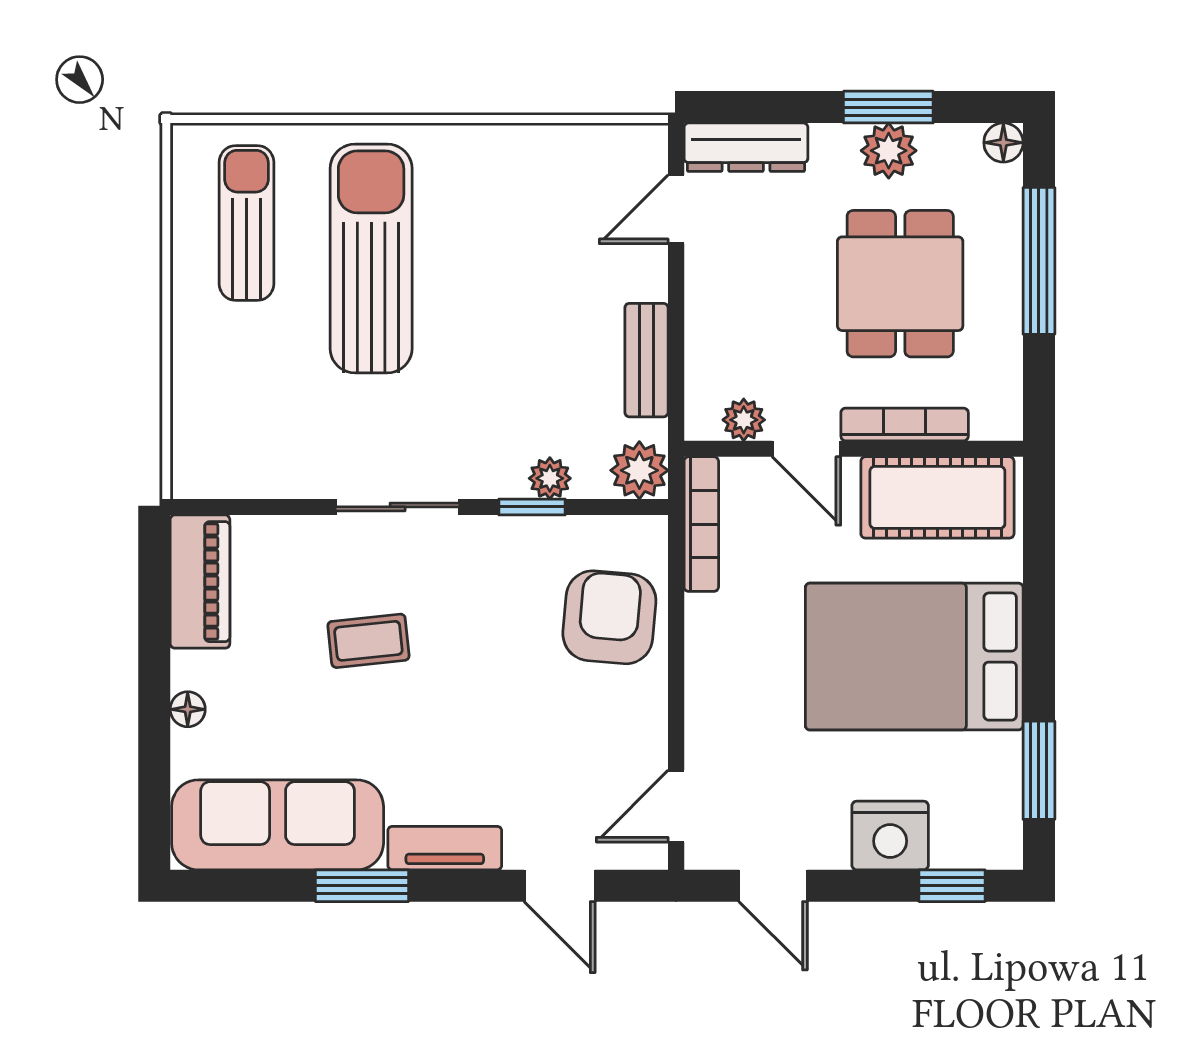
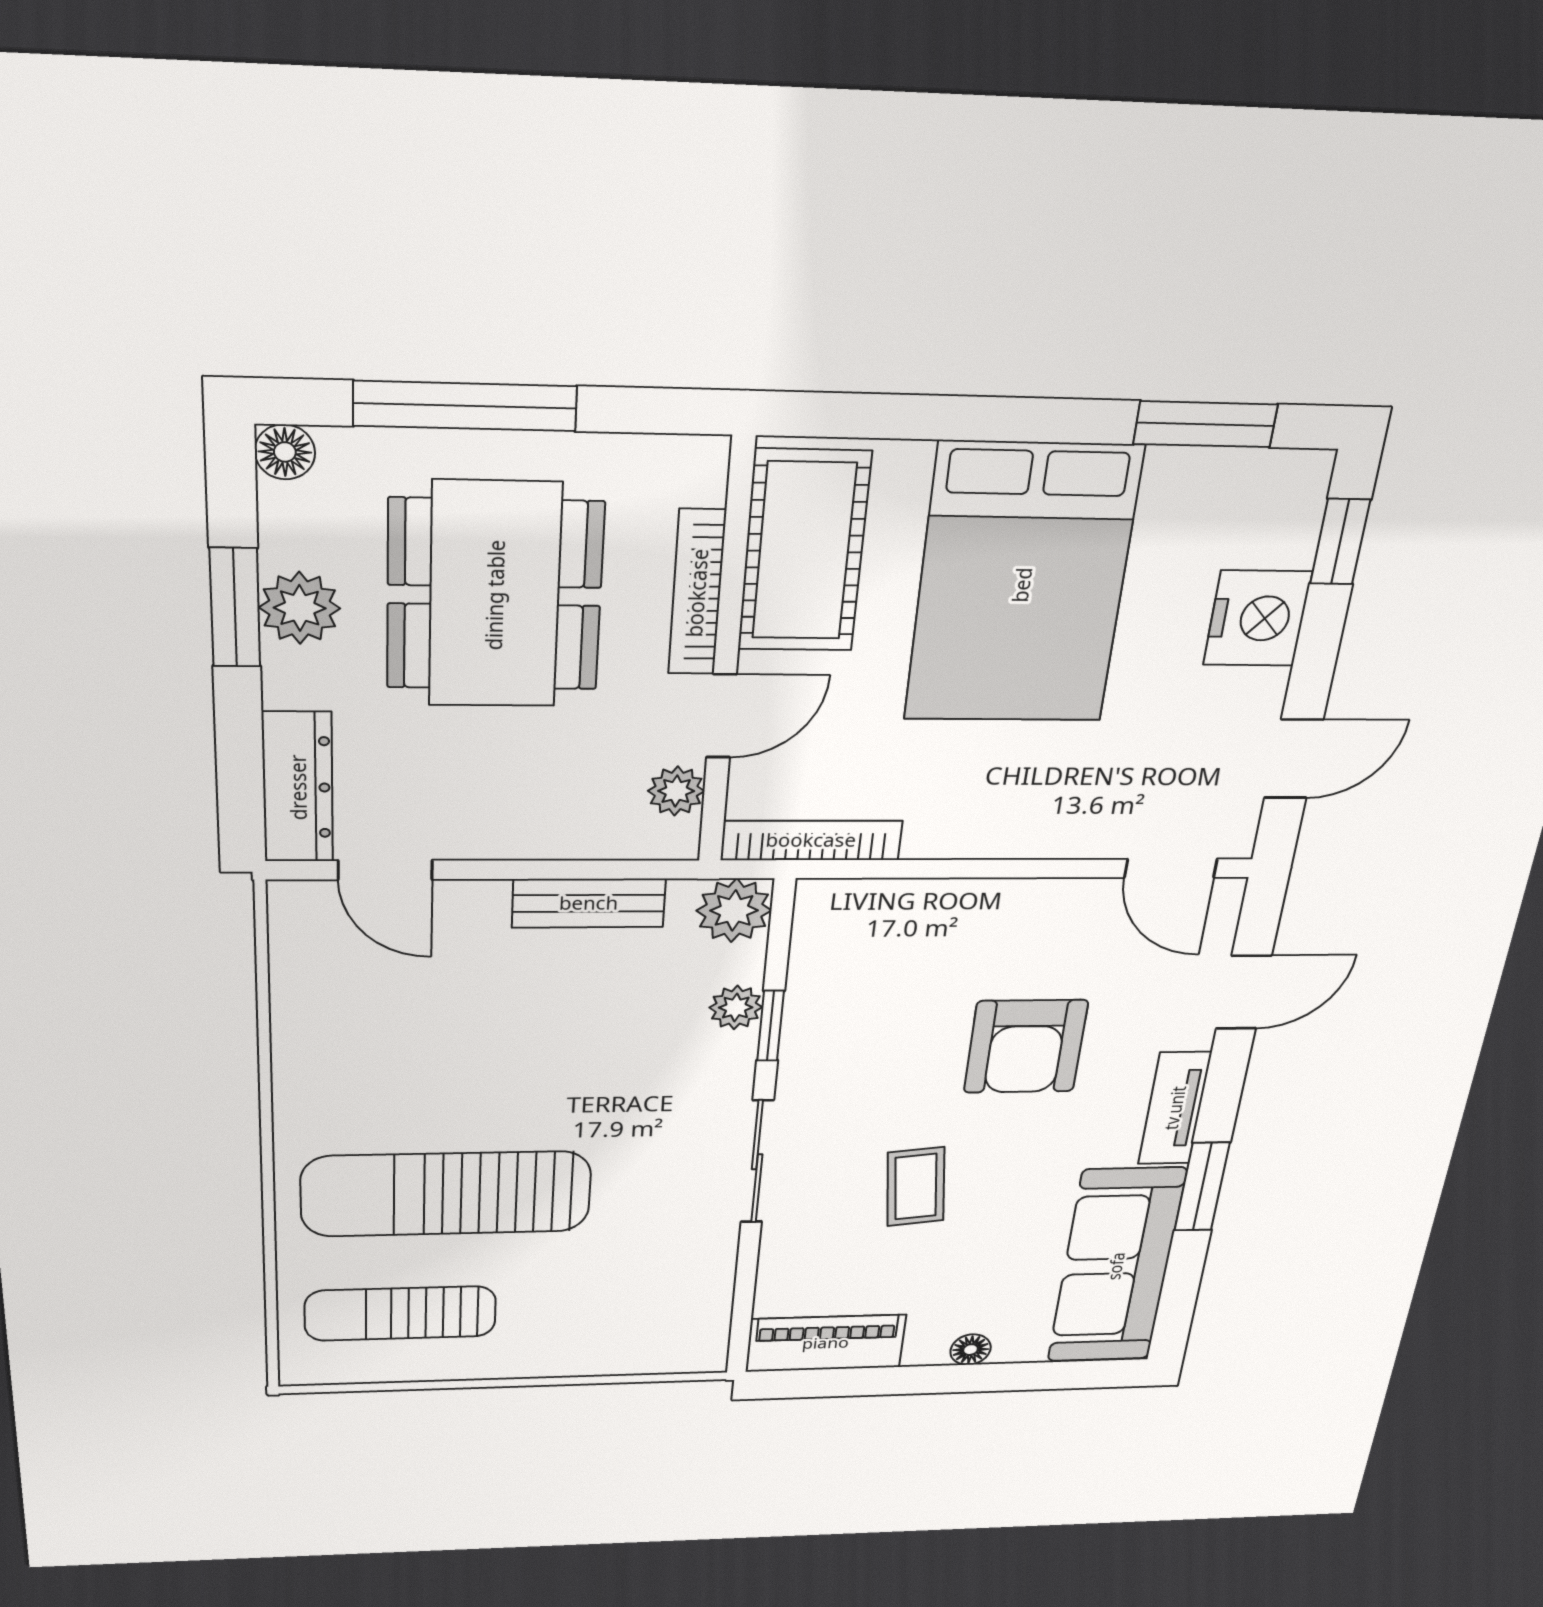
dining table: (900, 284) -> (495, 595), width x1.38
armchair: (609, 617) -> (1026, 1047), moved, turned -95

